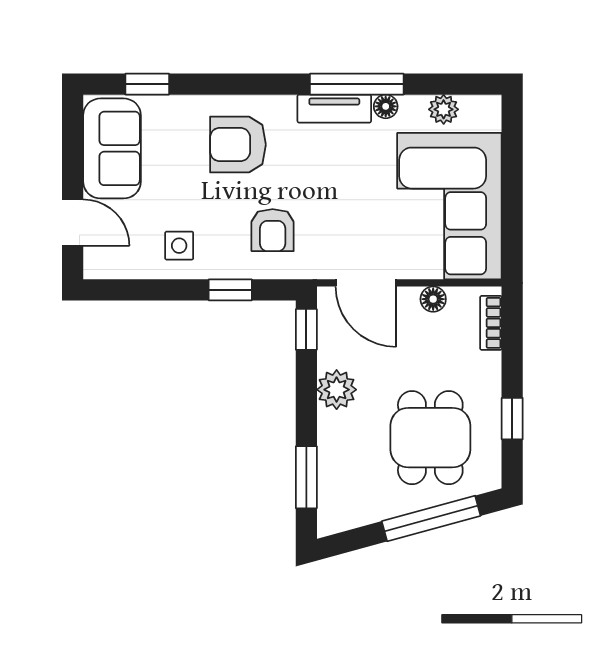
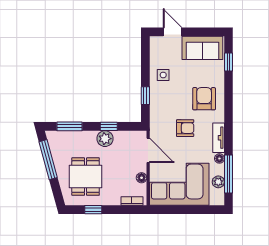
window: (357, 84) -> (228, 174), moved
door: (73, 223) -> (172, 32), swing flipped
armchair: (273, 230) -> (185, 128), moved, turned 180
door: (366, 283) -> (148, 150), swing flipped
window: (306, 329) -> (109, 126), moved
dining table: (430, 438) -> (86, 177), turned 90
window: (431, 518) -> (48, 160), moved

